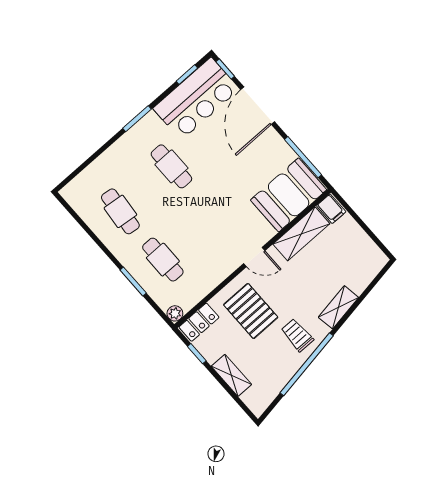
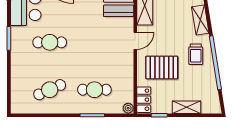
cafe table: (120, 211) -> (50, 90), turned -30
trolley: (297, 335) -> (196, 54), turned -90

